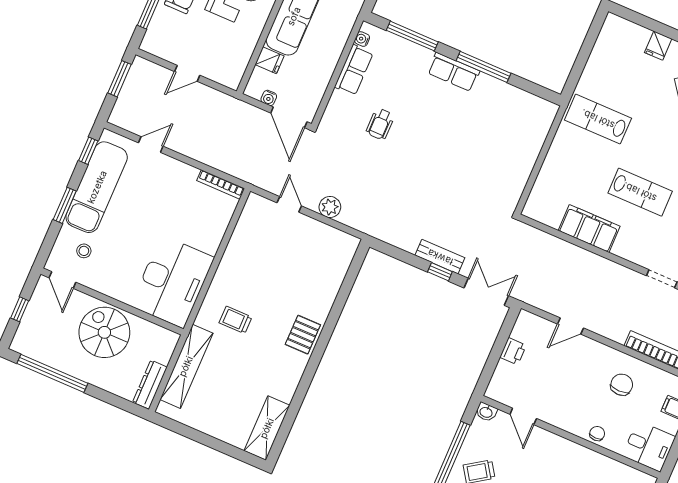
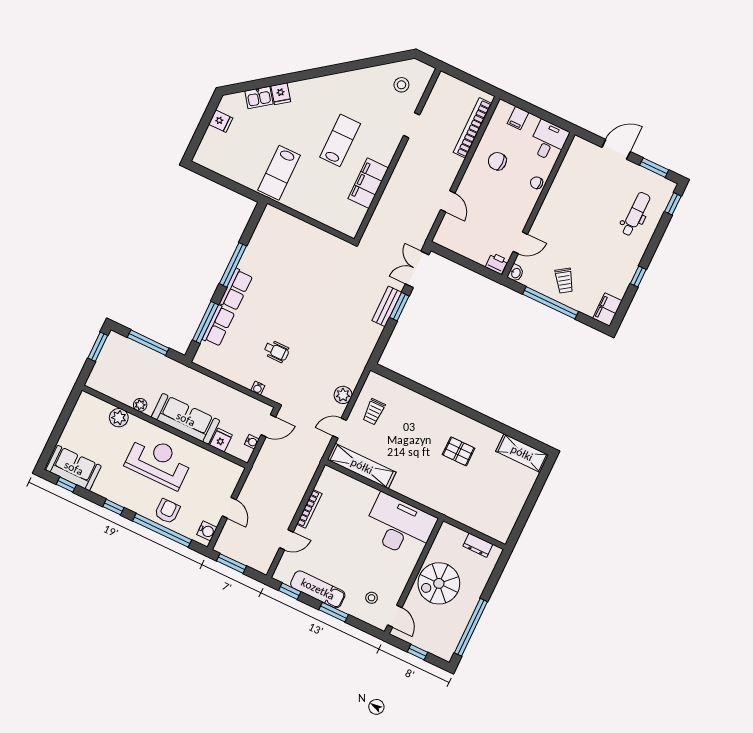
water cooler: (362, 39) -> (258, 388), moved
water cooler: (158, 47) -> (207, 531), added
row of seats: (354, 70) -> (218, 326), moved, turned 90
door: (289, 117) -> (268, 426), width x0.73
door: (151, 144) -> (286, 540), swing flipped
bookcase: (221, 185) -> (309, 509), moved
exam couch: (97, 187) -> (318, 589), width x0.73, depth x0.69
window: (440, 272) -> (399, 307), width x1.50
door: (62, 280) -> (395, 616), hinge flipped
trolley: (235, 320) -> (374, 412), moved
pallet: (303, 335) -> (459, 451), moved
printer: (513, 351) -> (497, 264), moved
shelving: (186, 366) -> (362, 466), moved
dresser: (150, 385) -> (478, 545), width x0.70

